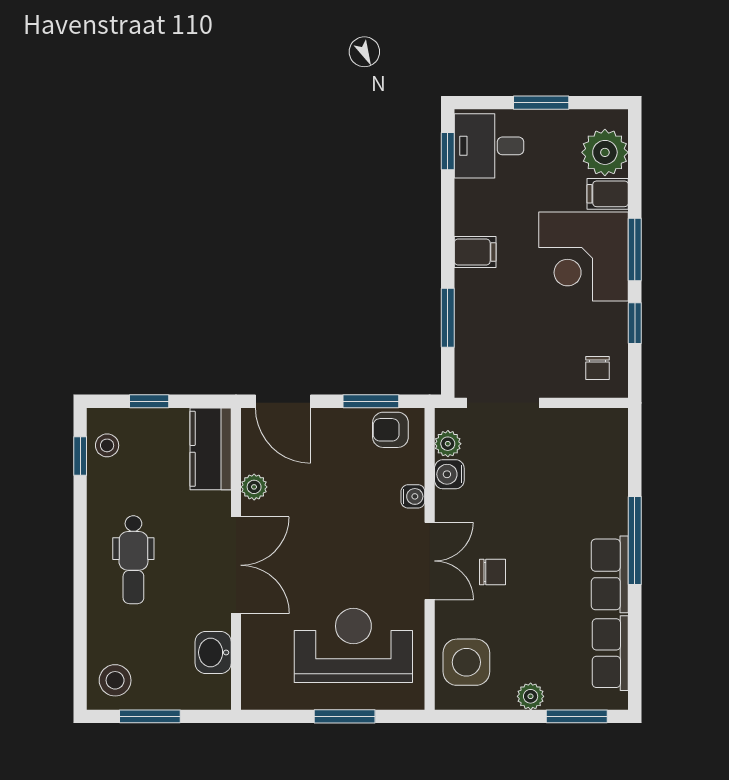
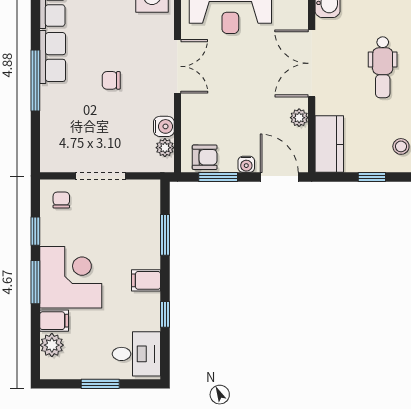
window: (448, 151) -> (165, 314), moved
plant: (605, 152) -> (52, 345), width x0.73, depth x0.73
doorway: (503, 403) -> (101, 176), moved
water cooler: (413, 496) -> (246, 164), moved, turned -90
dental chair: (133, 560) -> (383, 67), turned 180
double door: (430, 561) -> (177, 66), swing flipped
chair: (493, 572) -> (111, 80), moved

